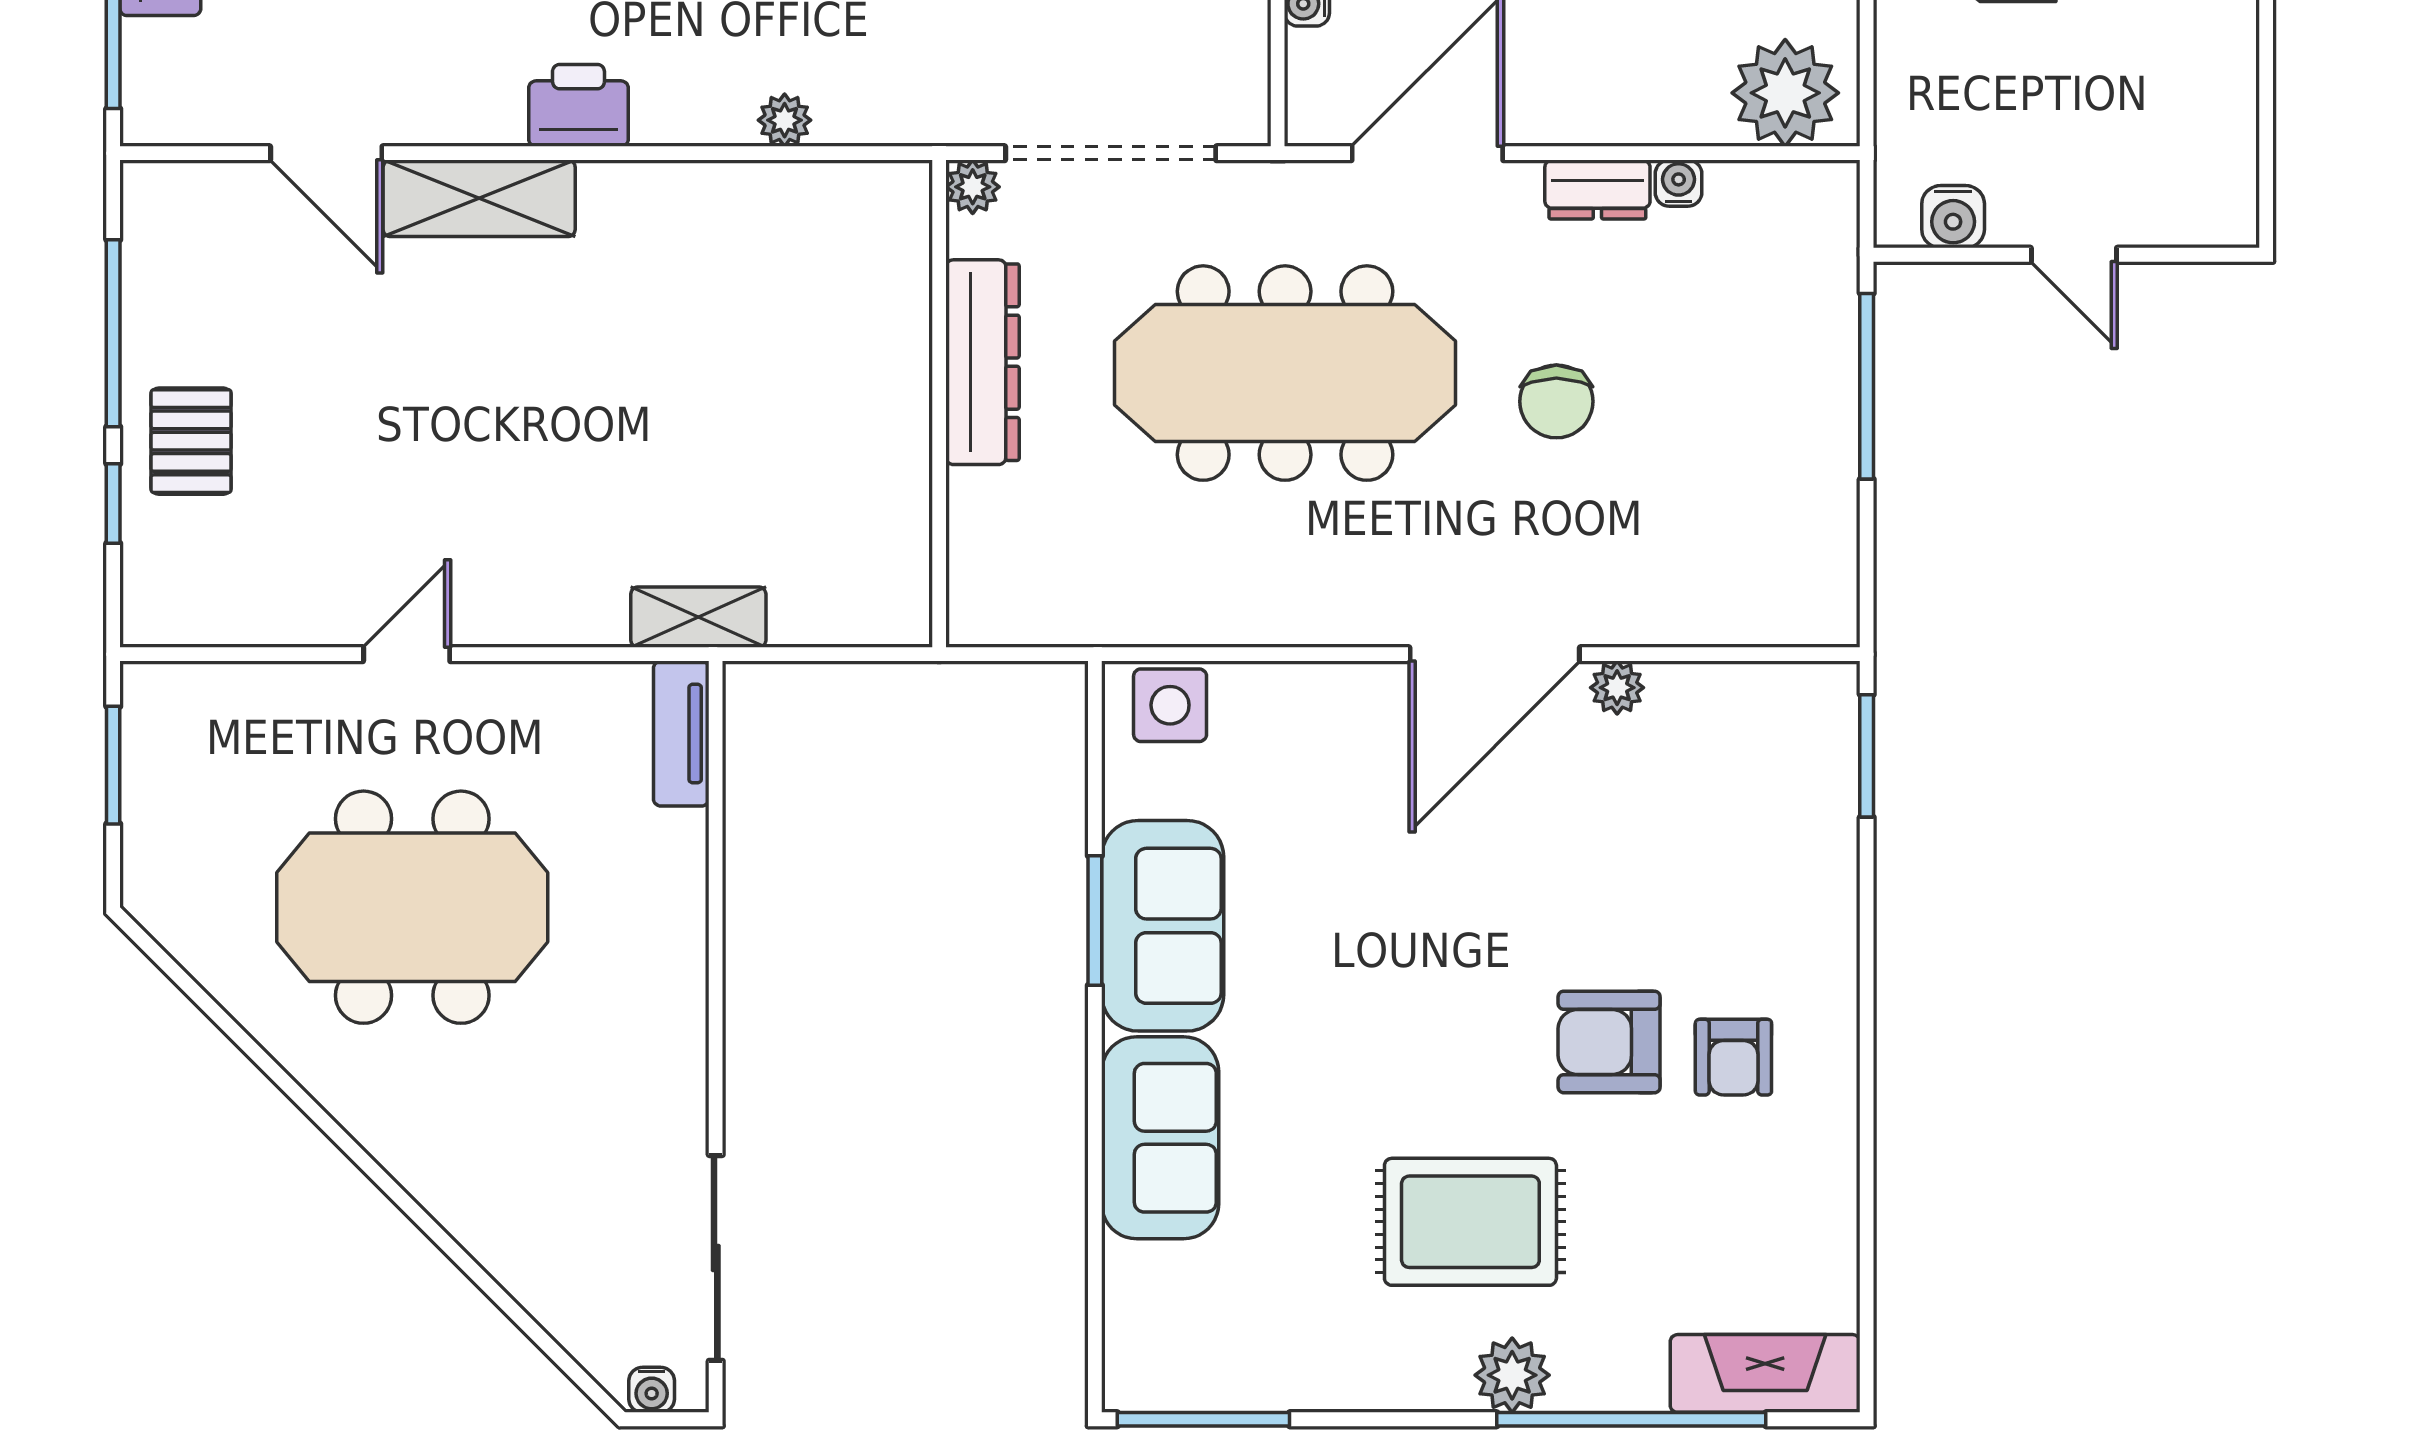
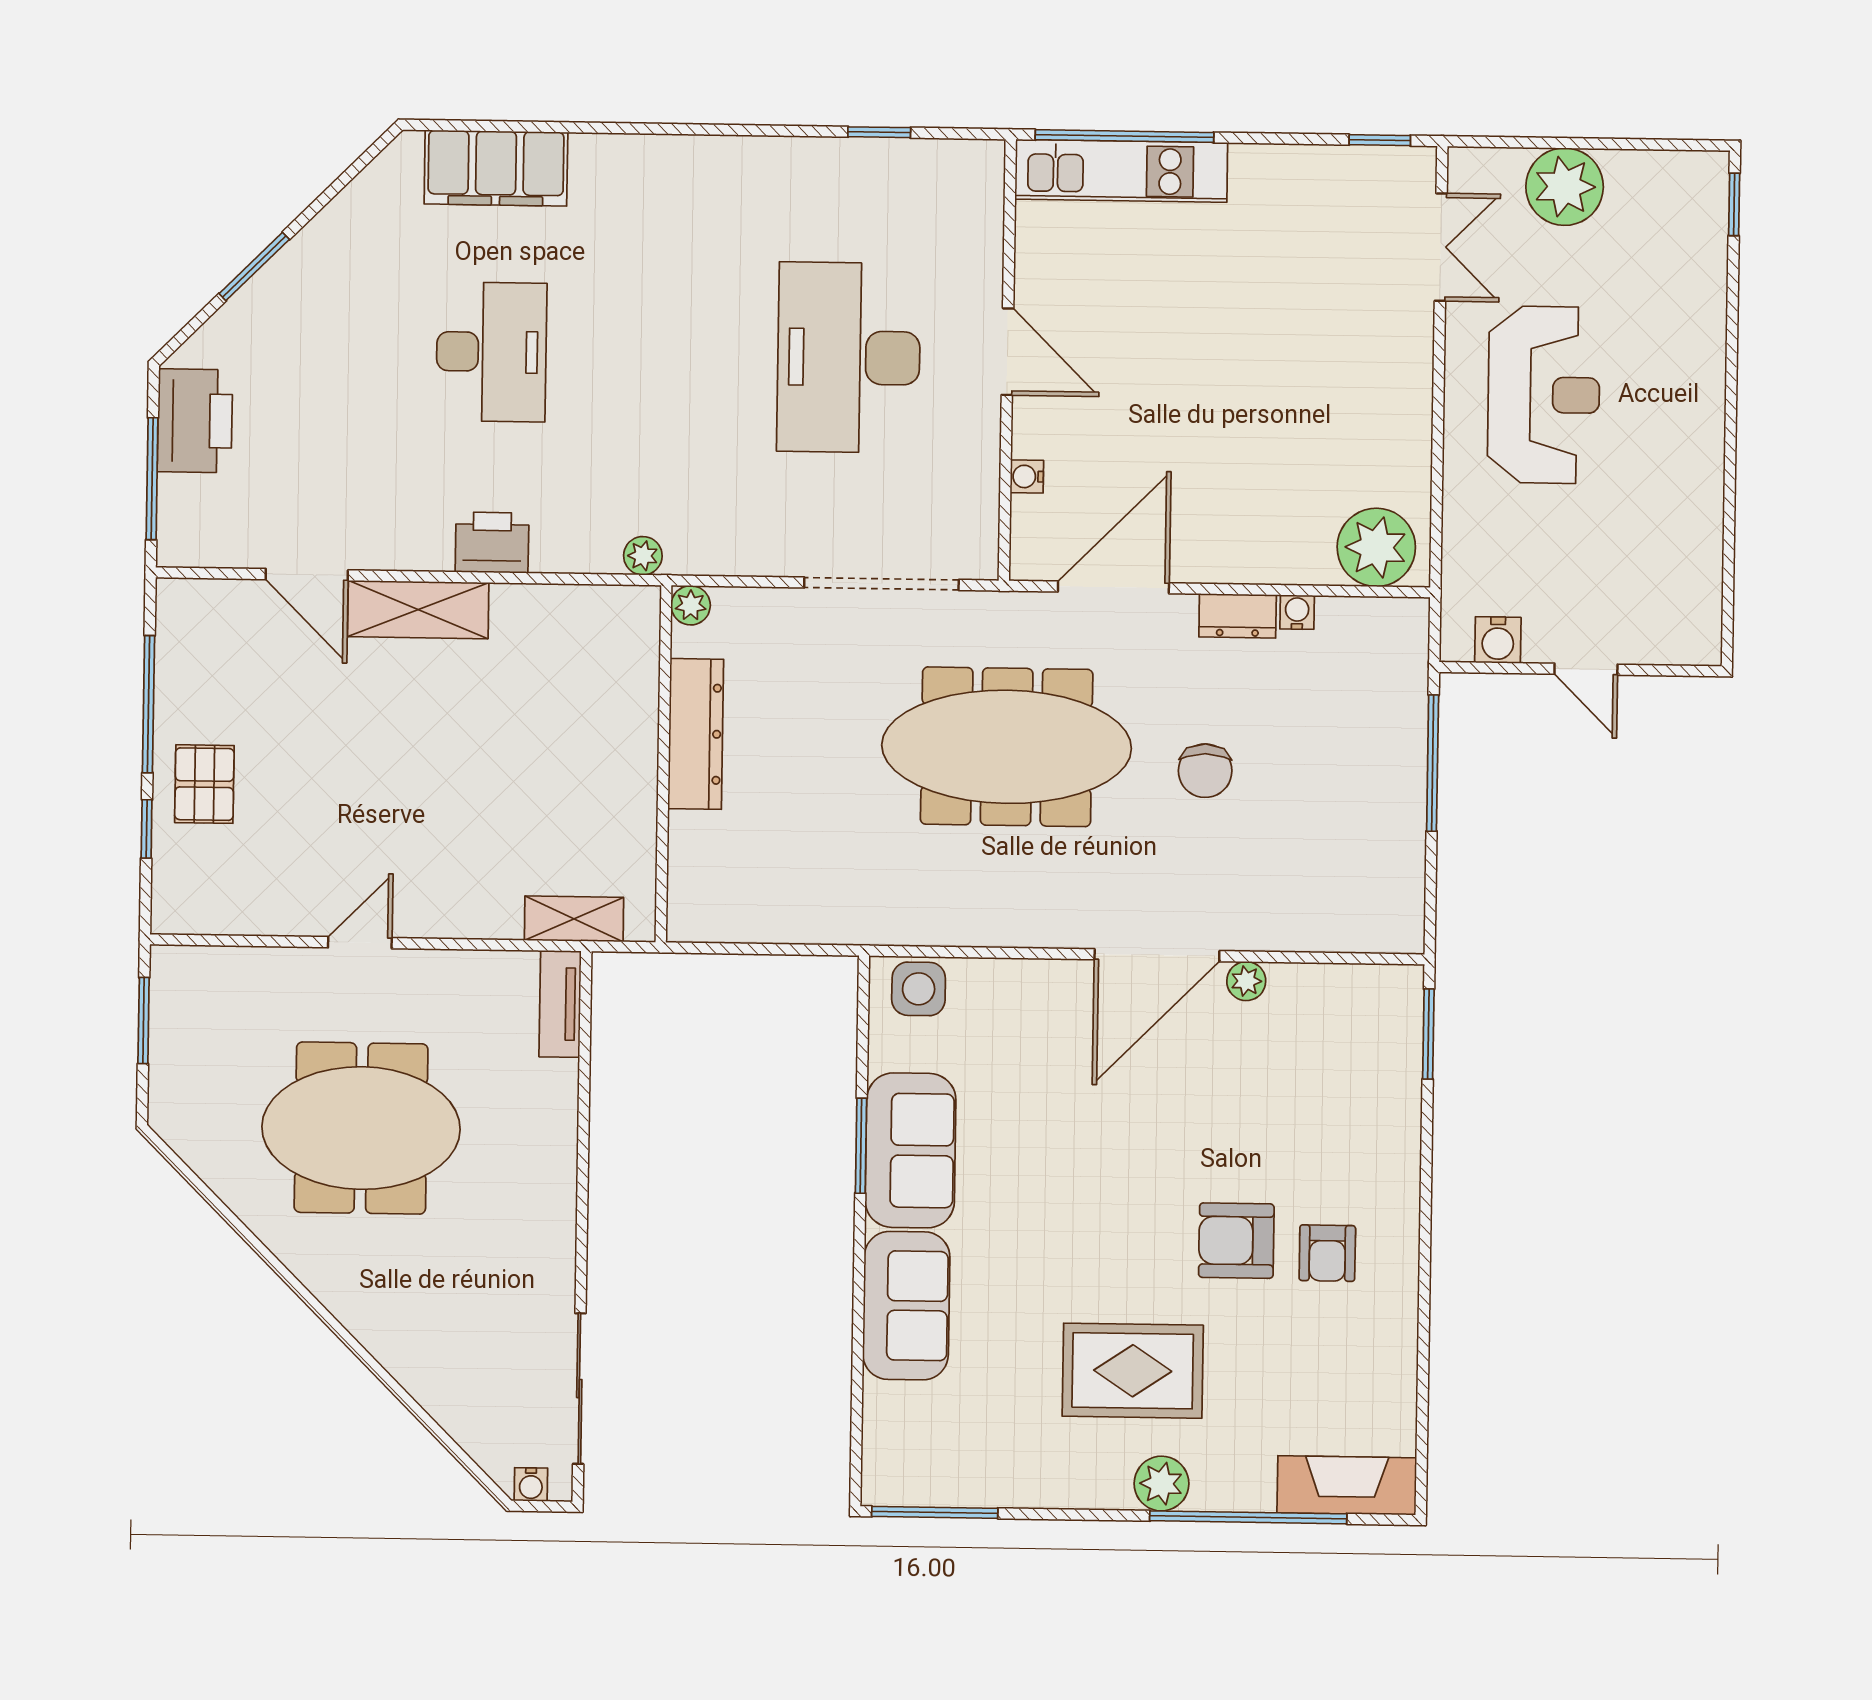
plant: (973, 187) -> (691, 605), moved
dresser: (982, 362) -> (696, 734), moved
wall: (939, 404) -> (664, 764), moved

